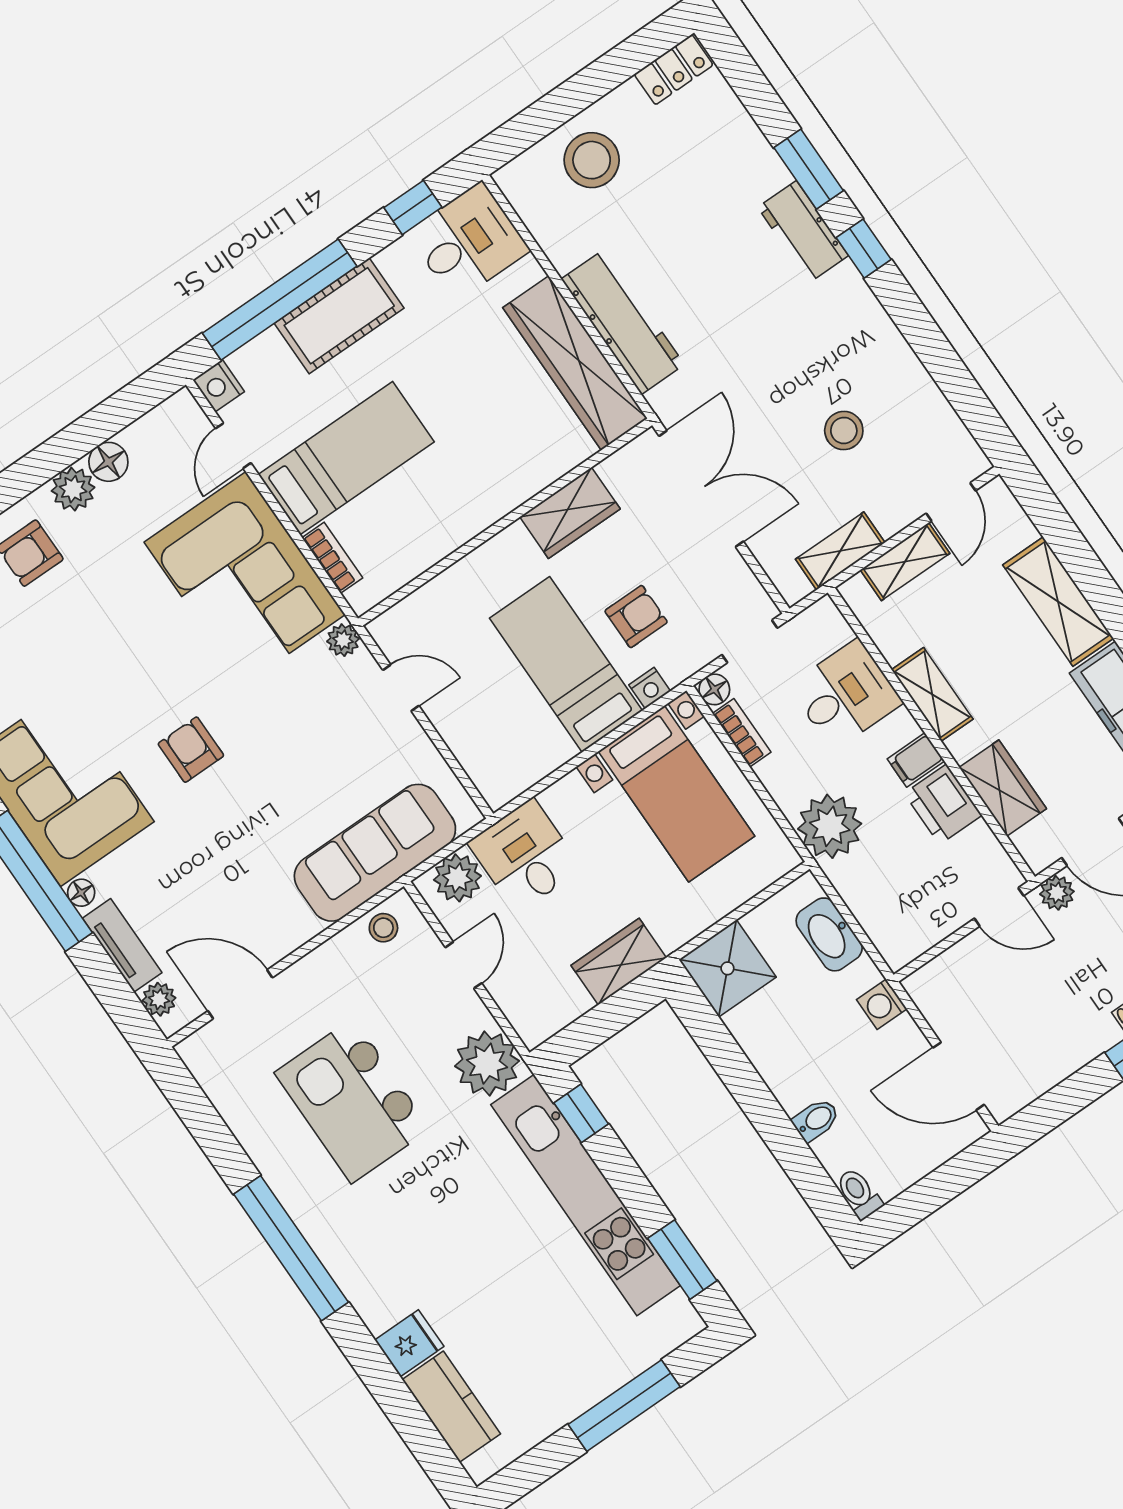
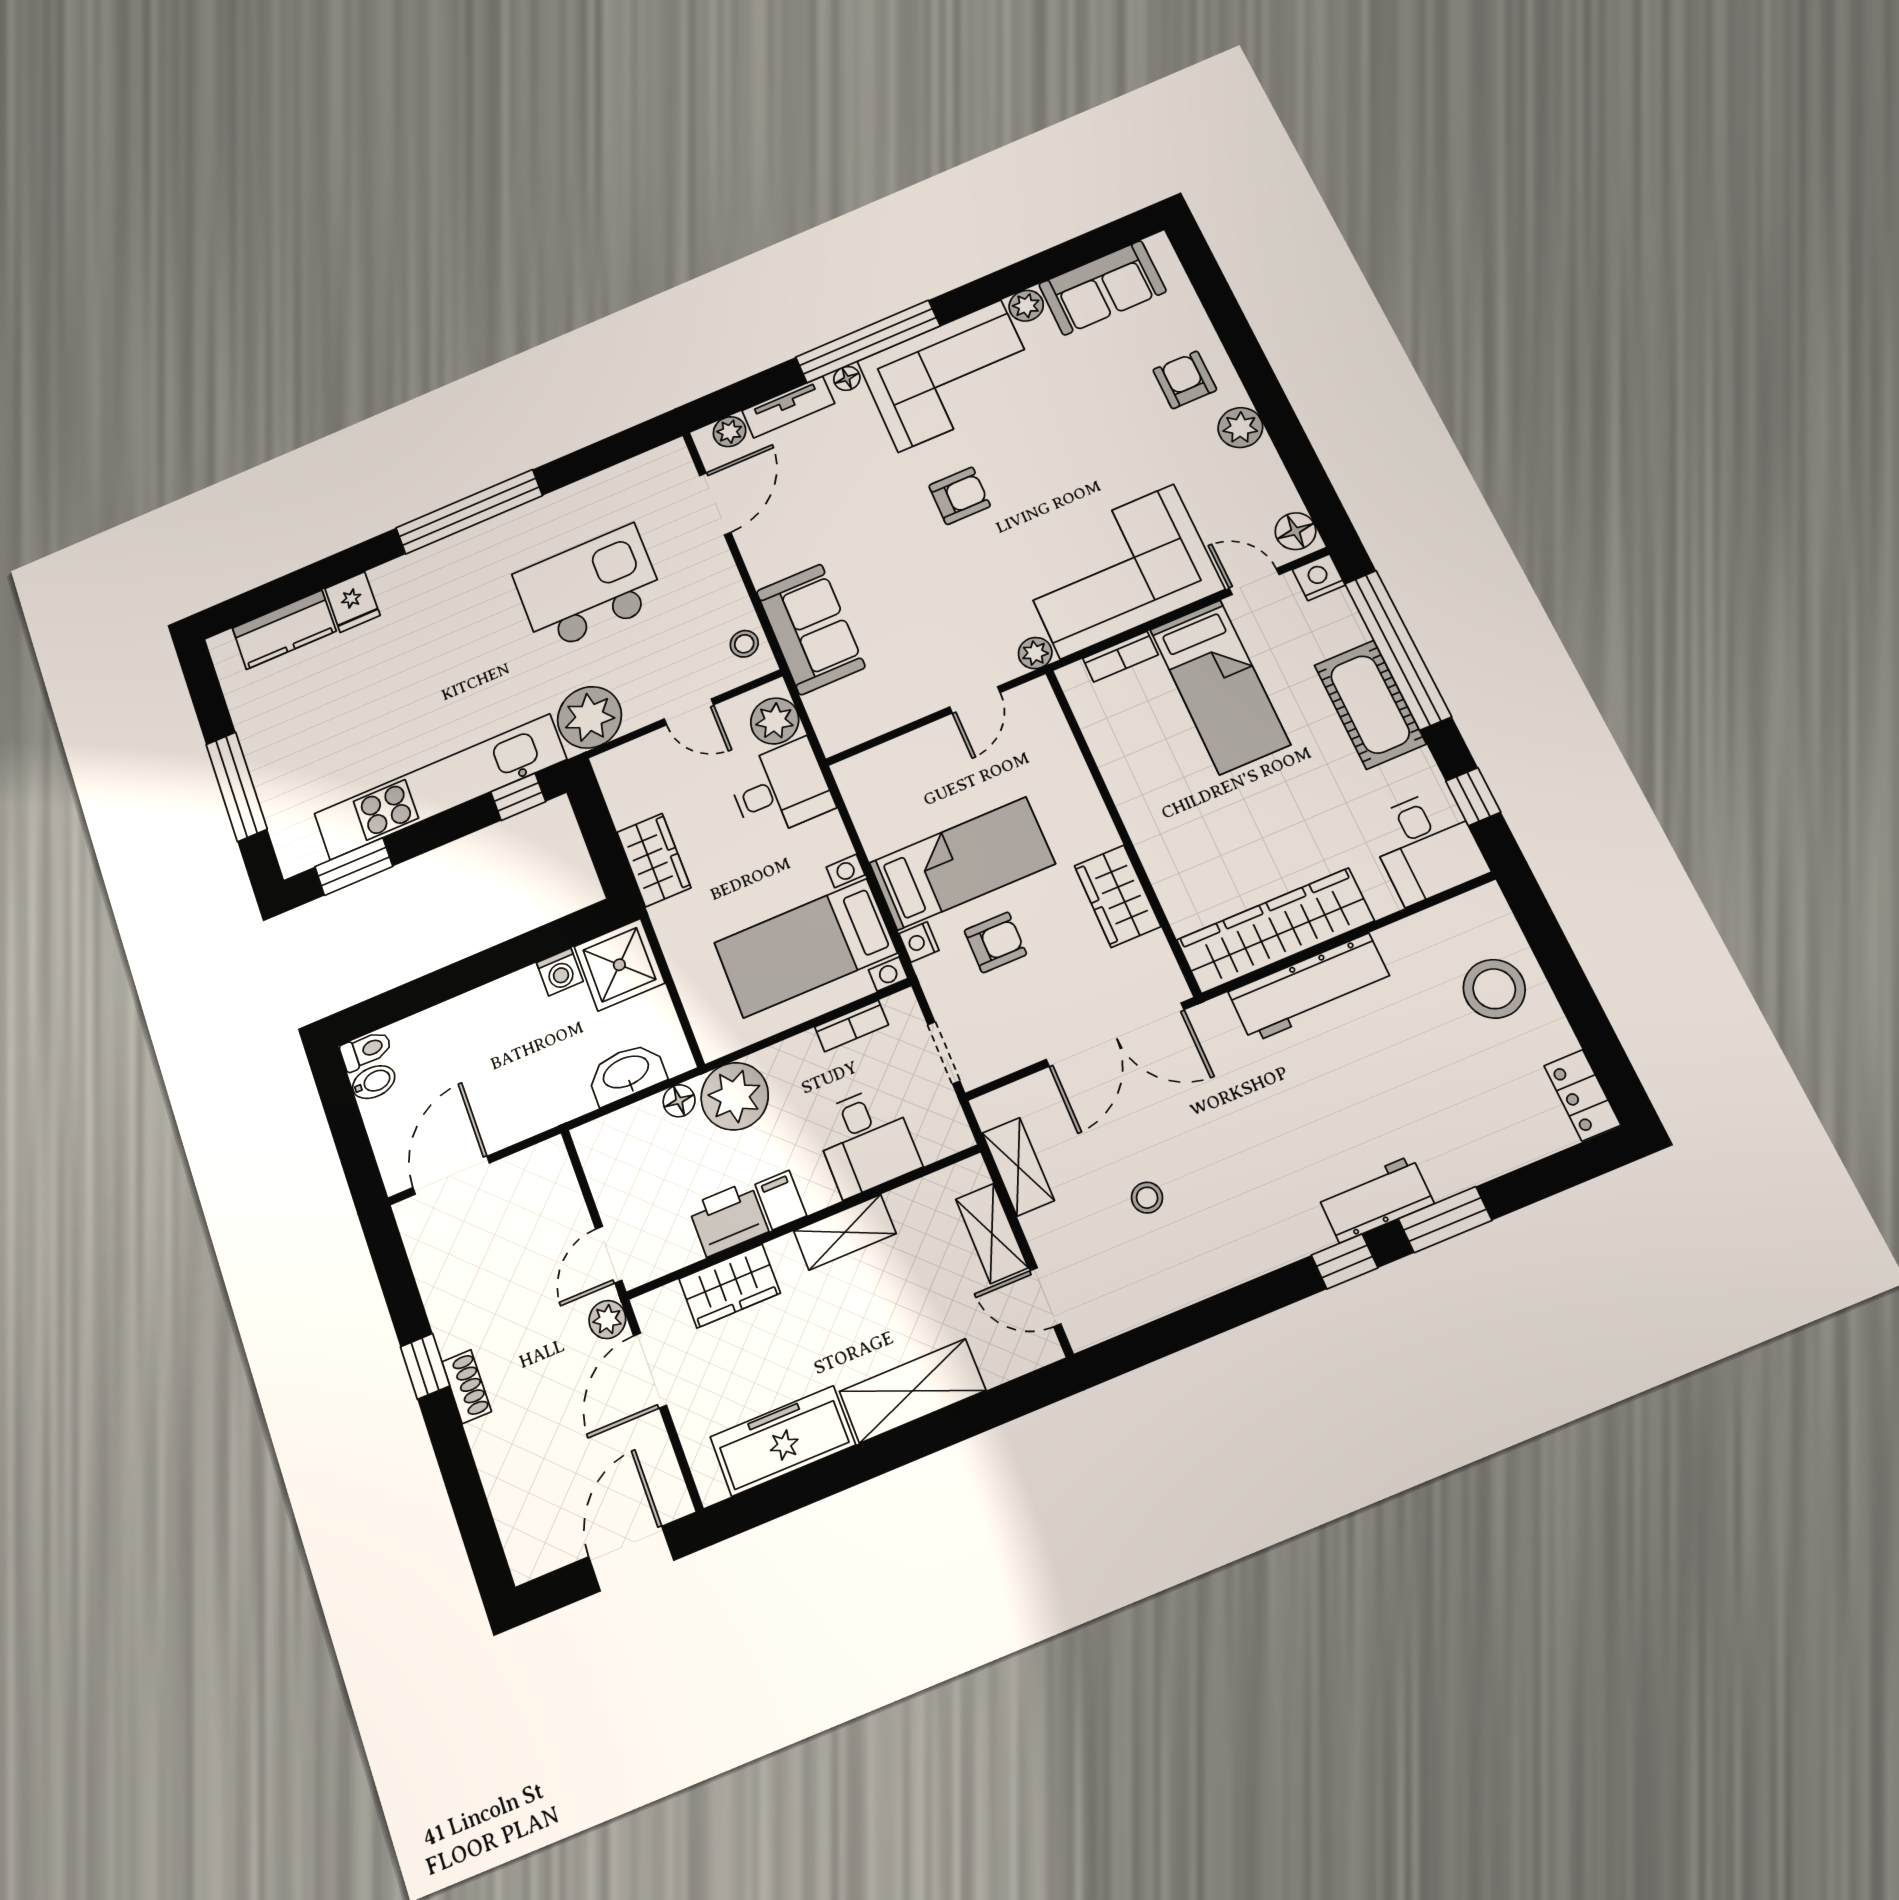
stool: (844, 430) -> (1147, 1198), width x0.73, depth x0.73
floor lamp: (108, 462) -> (1296, 531), moved
armchair: (636, 617) -> (995, 942), turned -90
floor lamp: (714, 689) -> (679, 1101), moved
sofa: (375, 853) -> (811, 629), width x0.73
washing machine: (882, 1004) -> (560, 972), moved, turned 180
bidet: (816, 1120) -> (374, 1082), moved, turned -90

